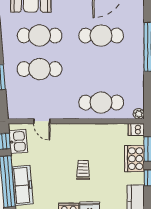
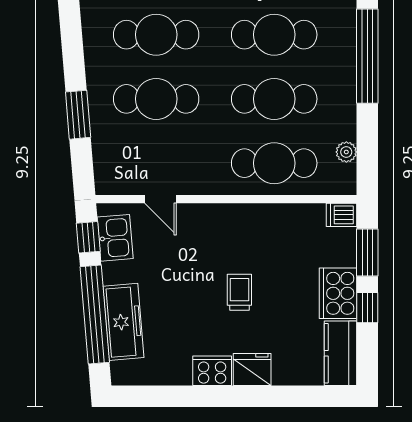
cafe table: (101, 69) -> (274, 99), added
plant: (139, 114) -> (346, 152), moved
cooker: (134, 159) -> (338, 293), moved

